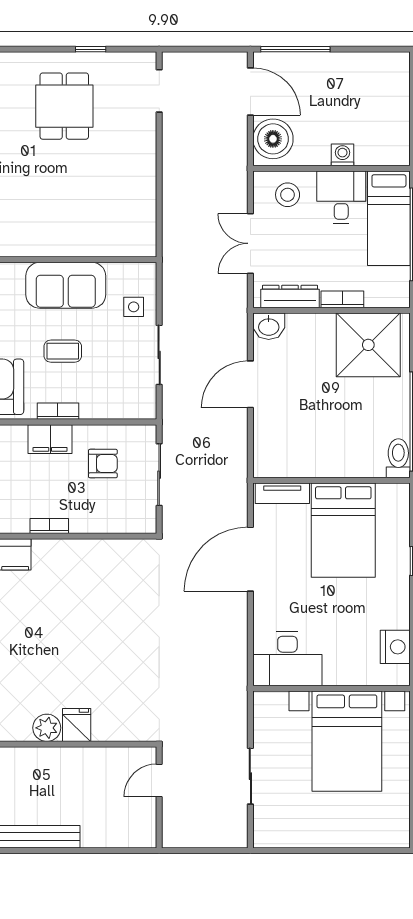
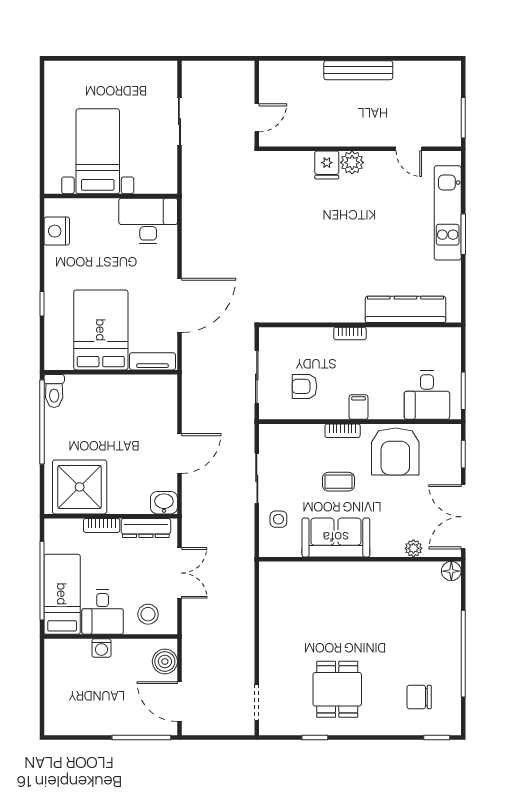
boiler: (273, 139) -> (165, 661), width x0.73, depth x0.73
filing cabinet: (50, 439) -> (359, 407), width x0.50
bed with nightstands: (347, 741) -> (98, 151), width x0.73

